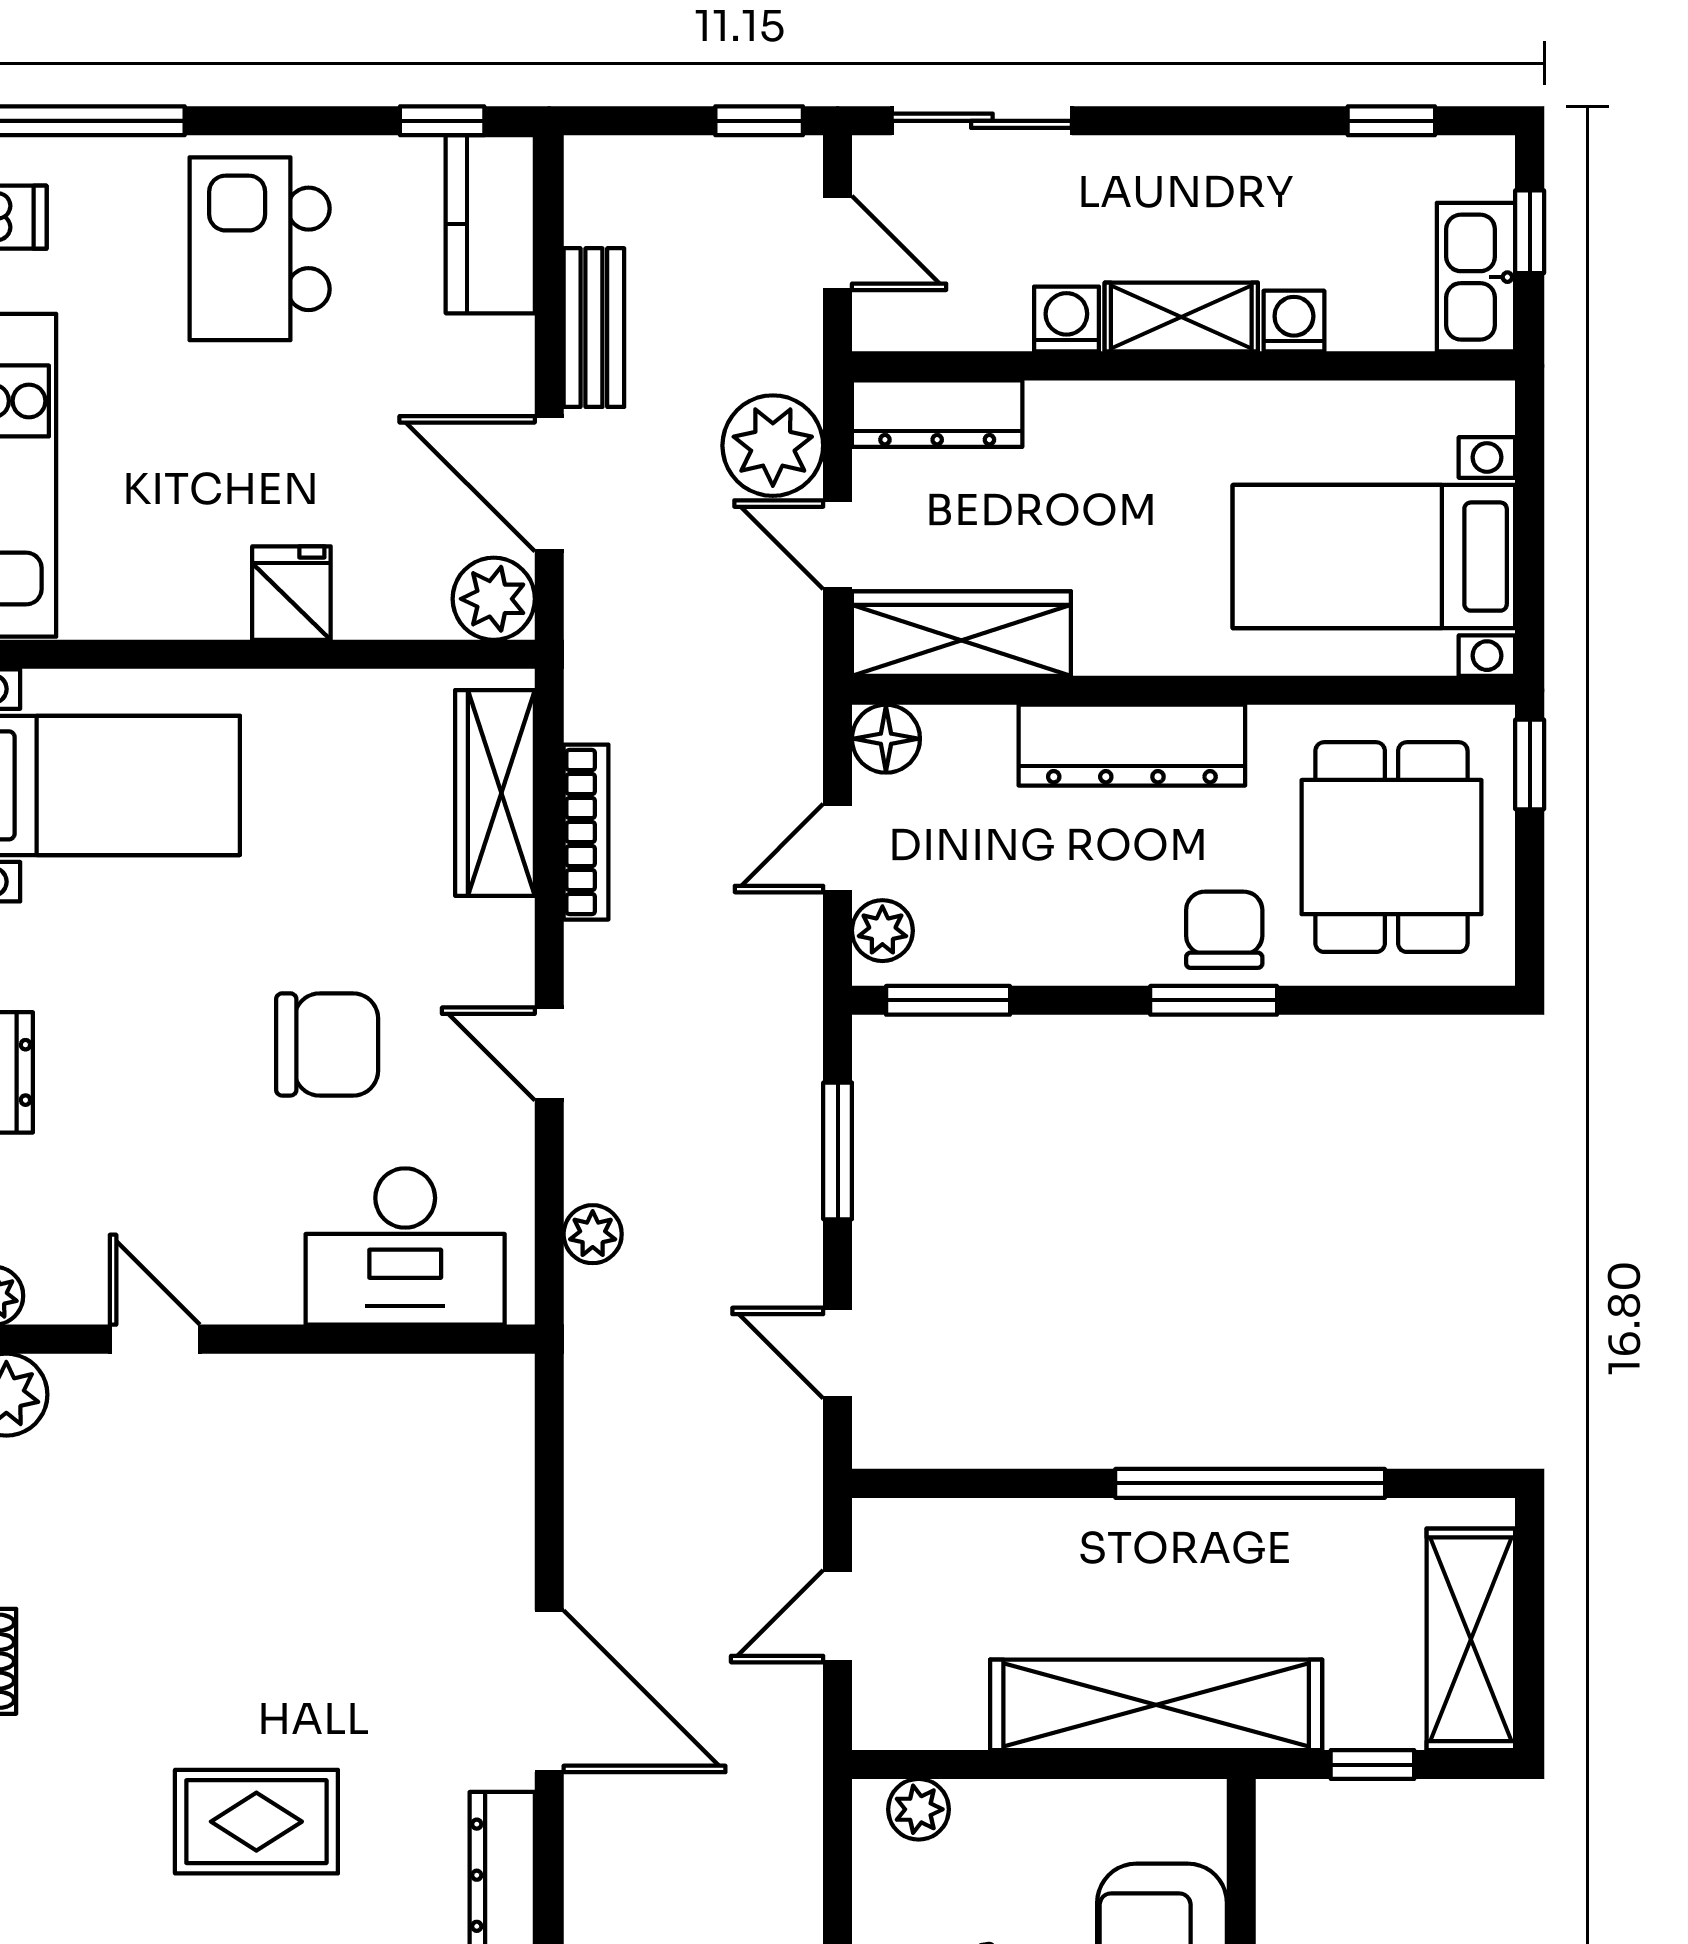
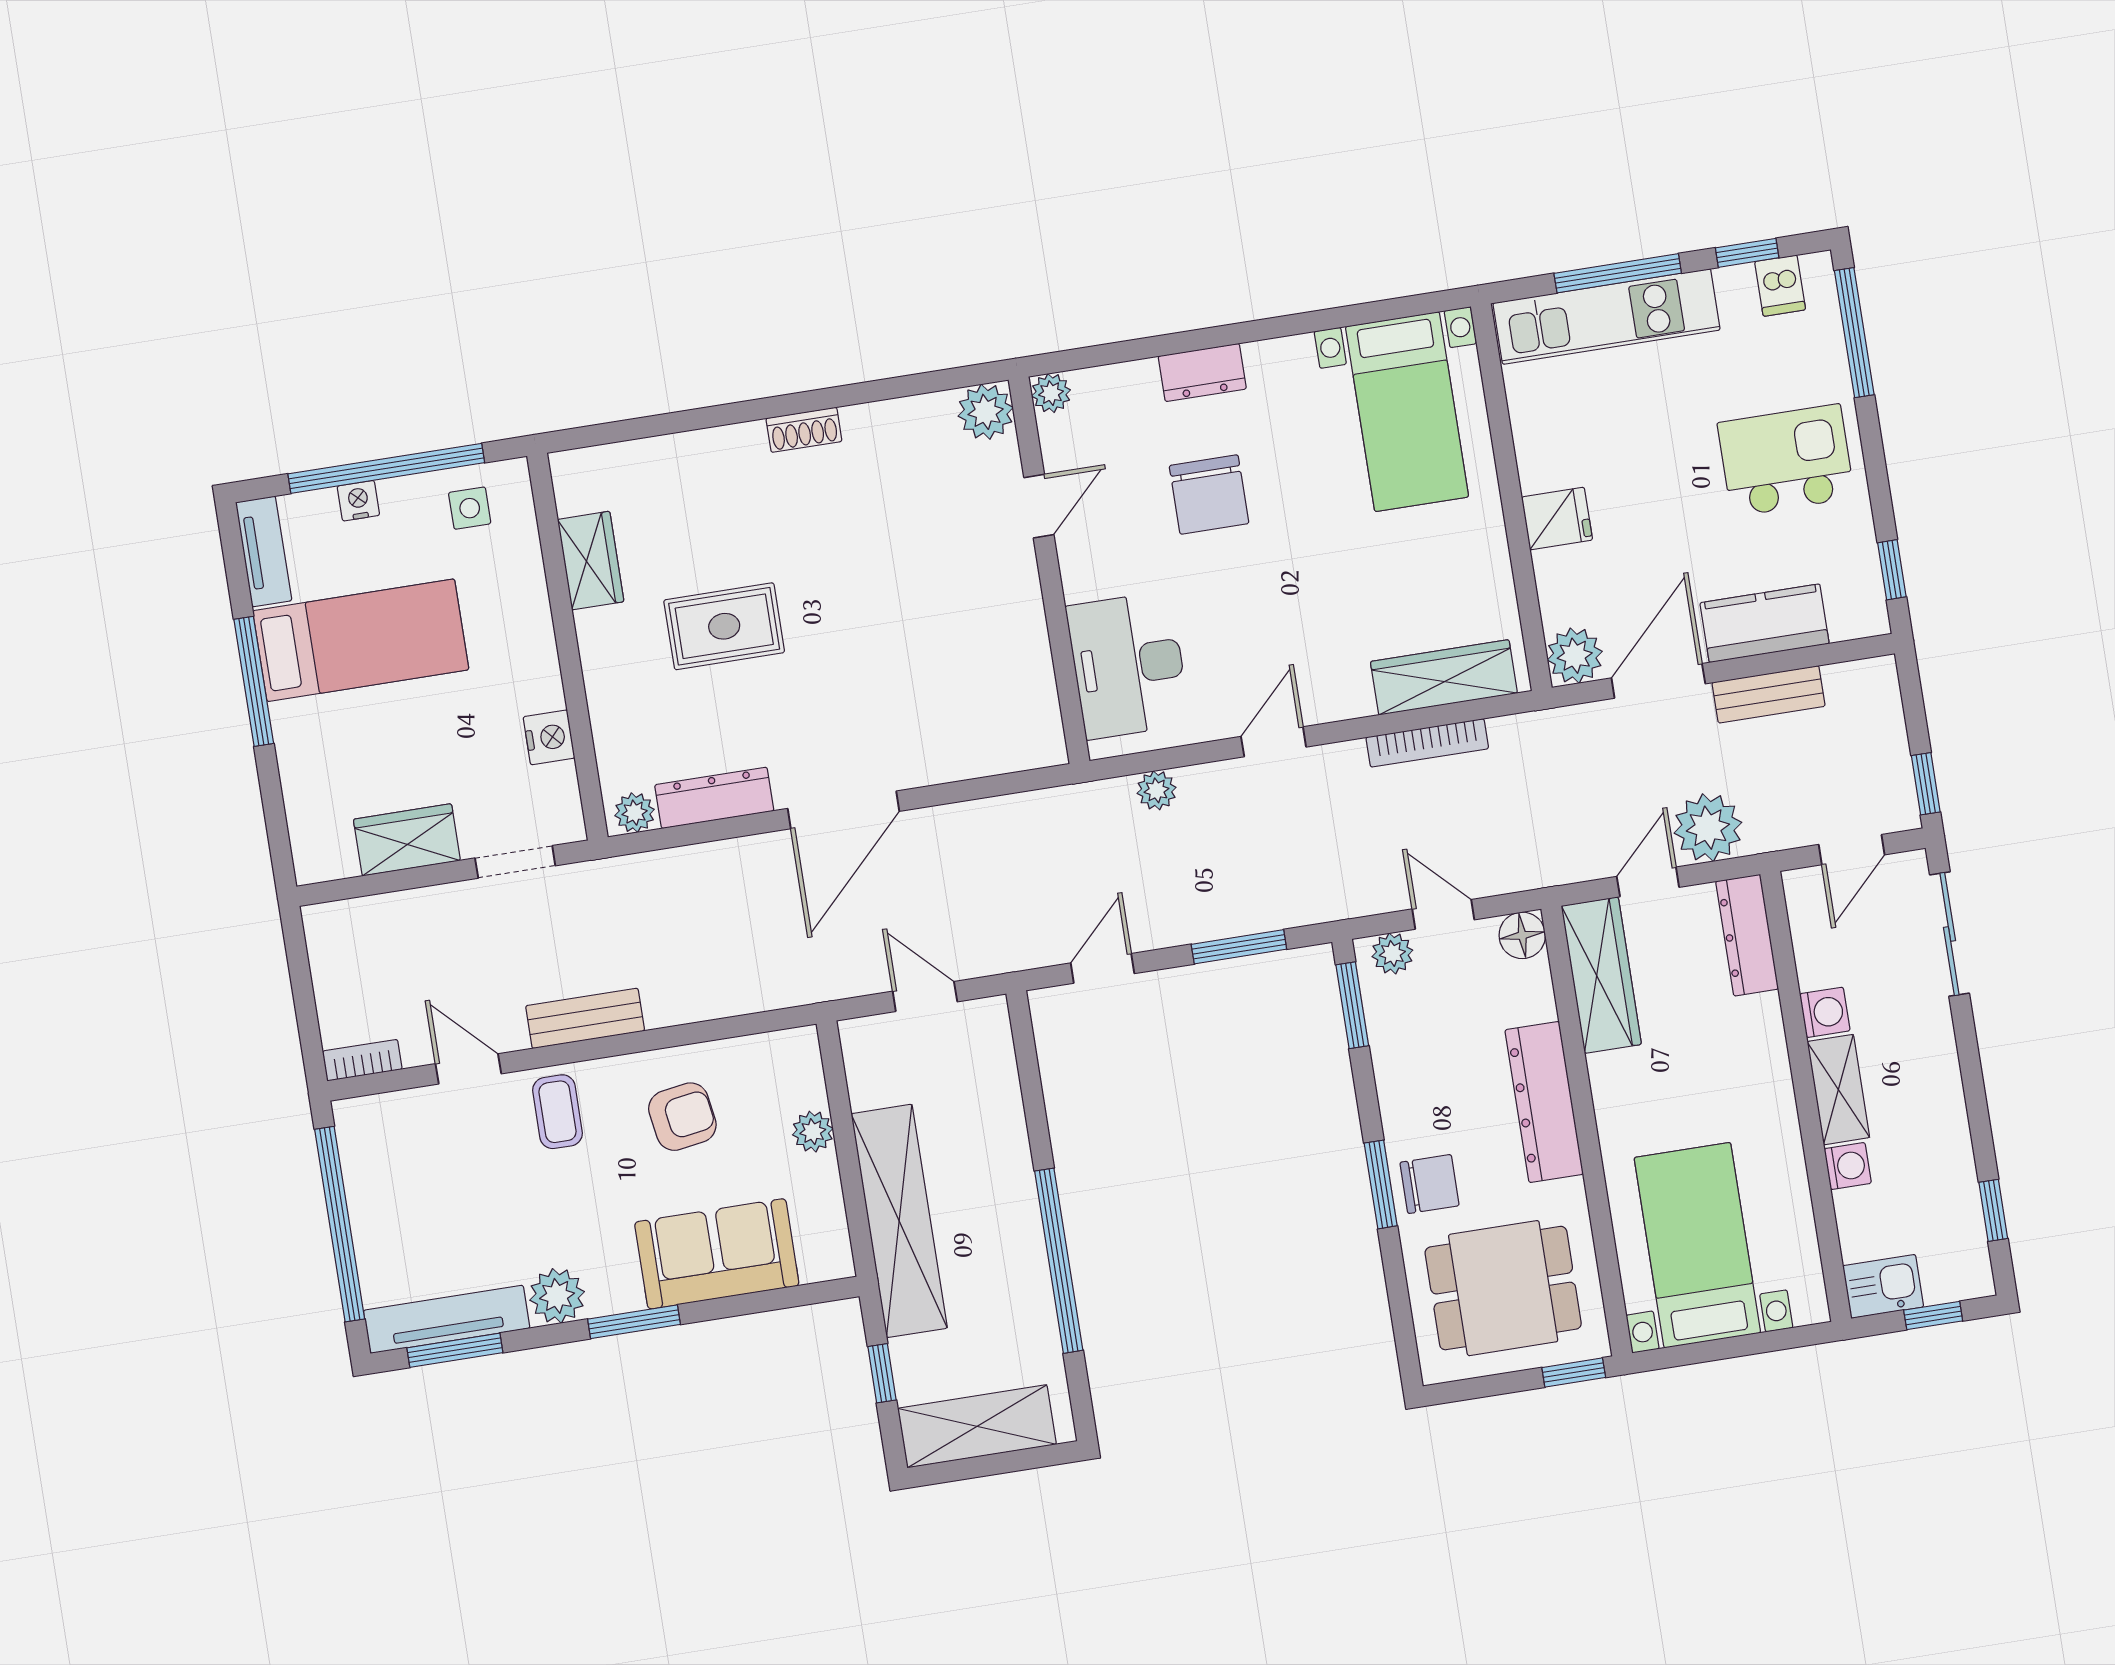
kitchen counter: (490, 224) -> (1765, 623), moved
kitchen sink: (1476, 277) -> (1883, 1286), width x0.73
chair: (327, 1044) -> (1209, 494), moved
plant: (919, 1809) -> (813, 1132), moved
rug: (256, 1822) -> (724, 626), turned 90

